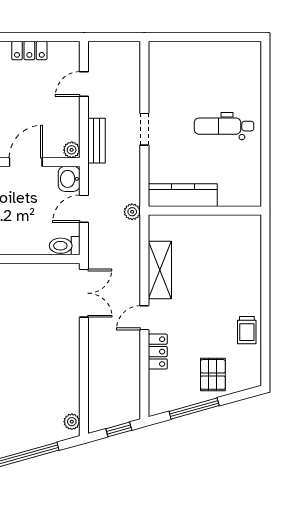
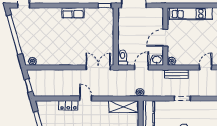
door: (84, 84) -> (205, 68), hinge flipped
door: (26, 162) -> (165, 38), swing flipped
door: (84, 209) -> (142, 68), hinge flipped
shelving: (160, 270) -> (124, 106), moved
double door: (84, 293) -> (98, 68), swing flipped

